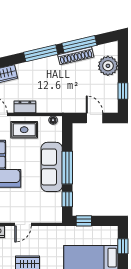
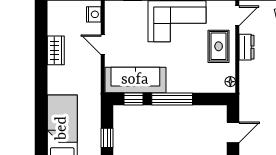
sofa: (52, 167) -> (135, 80), moved
window: (84, 221) -> (107, 138), moved

